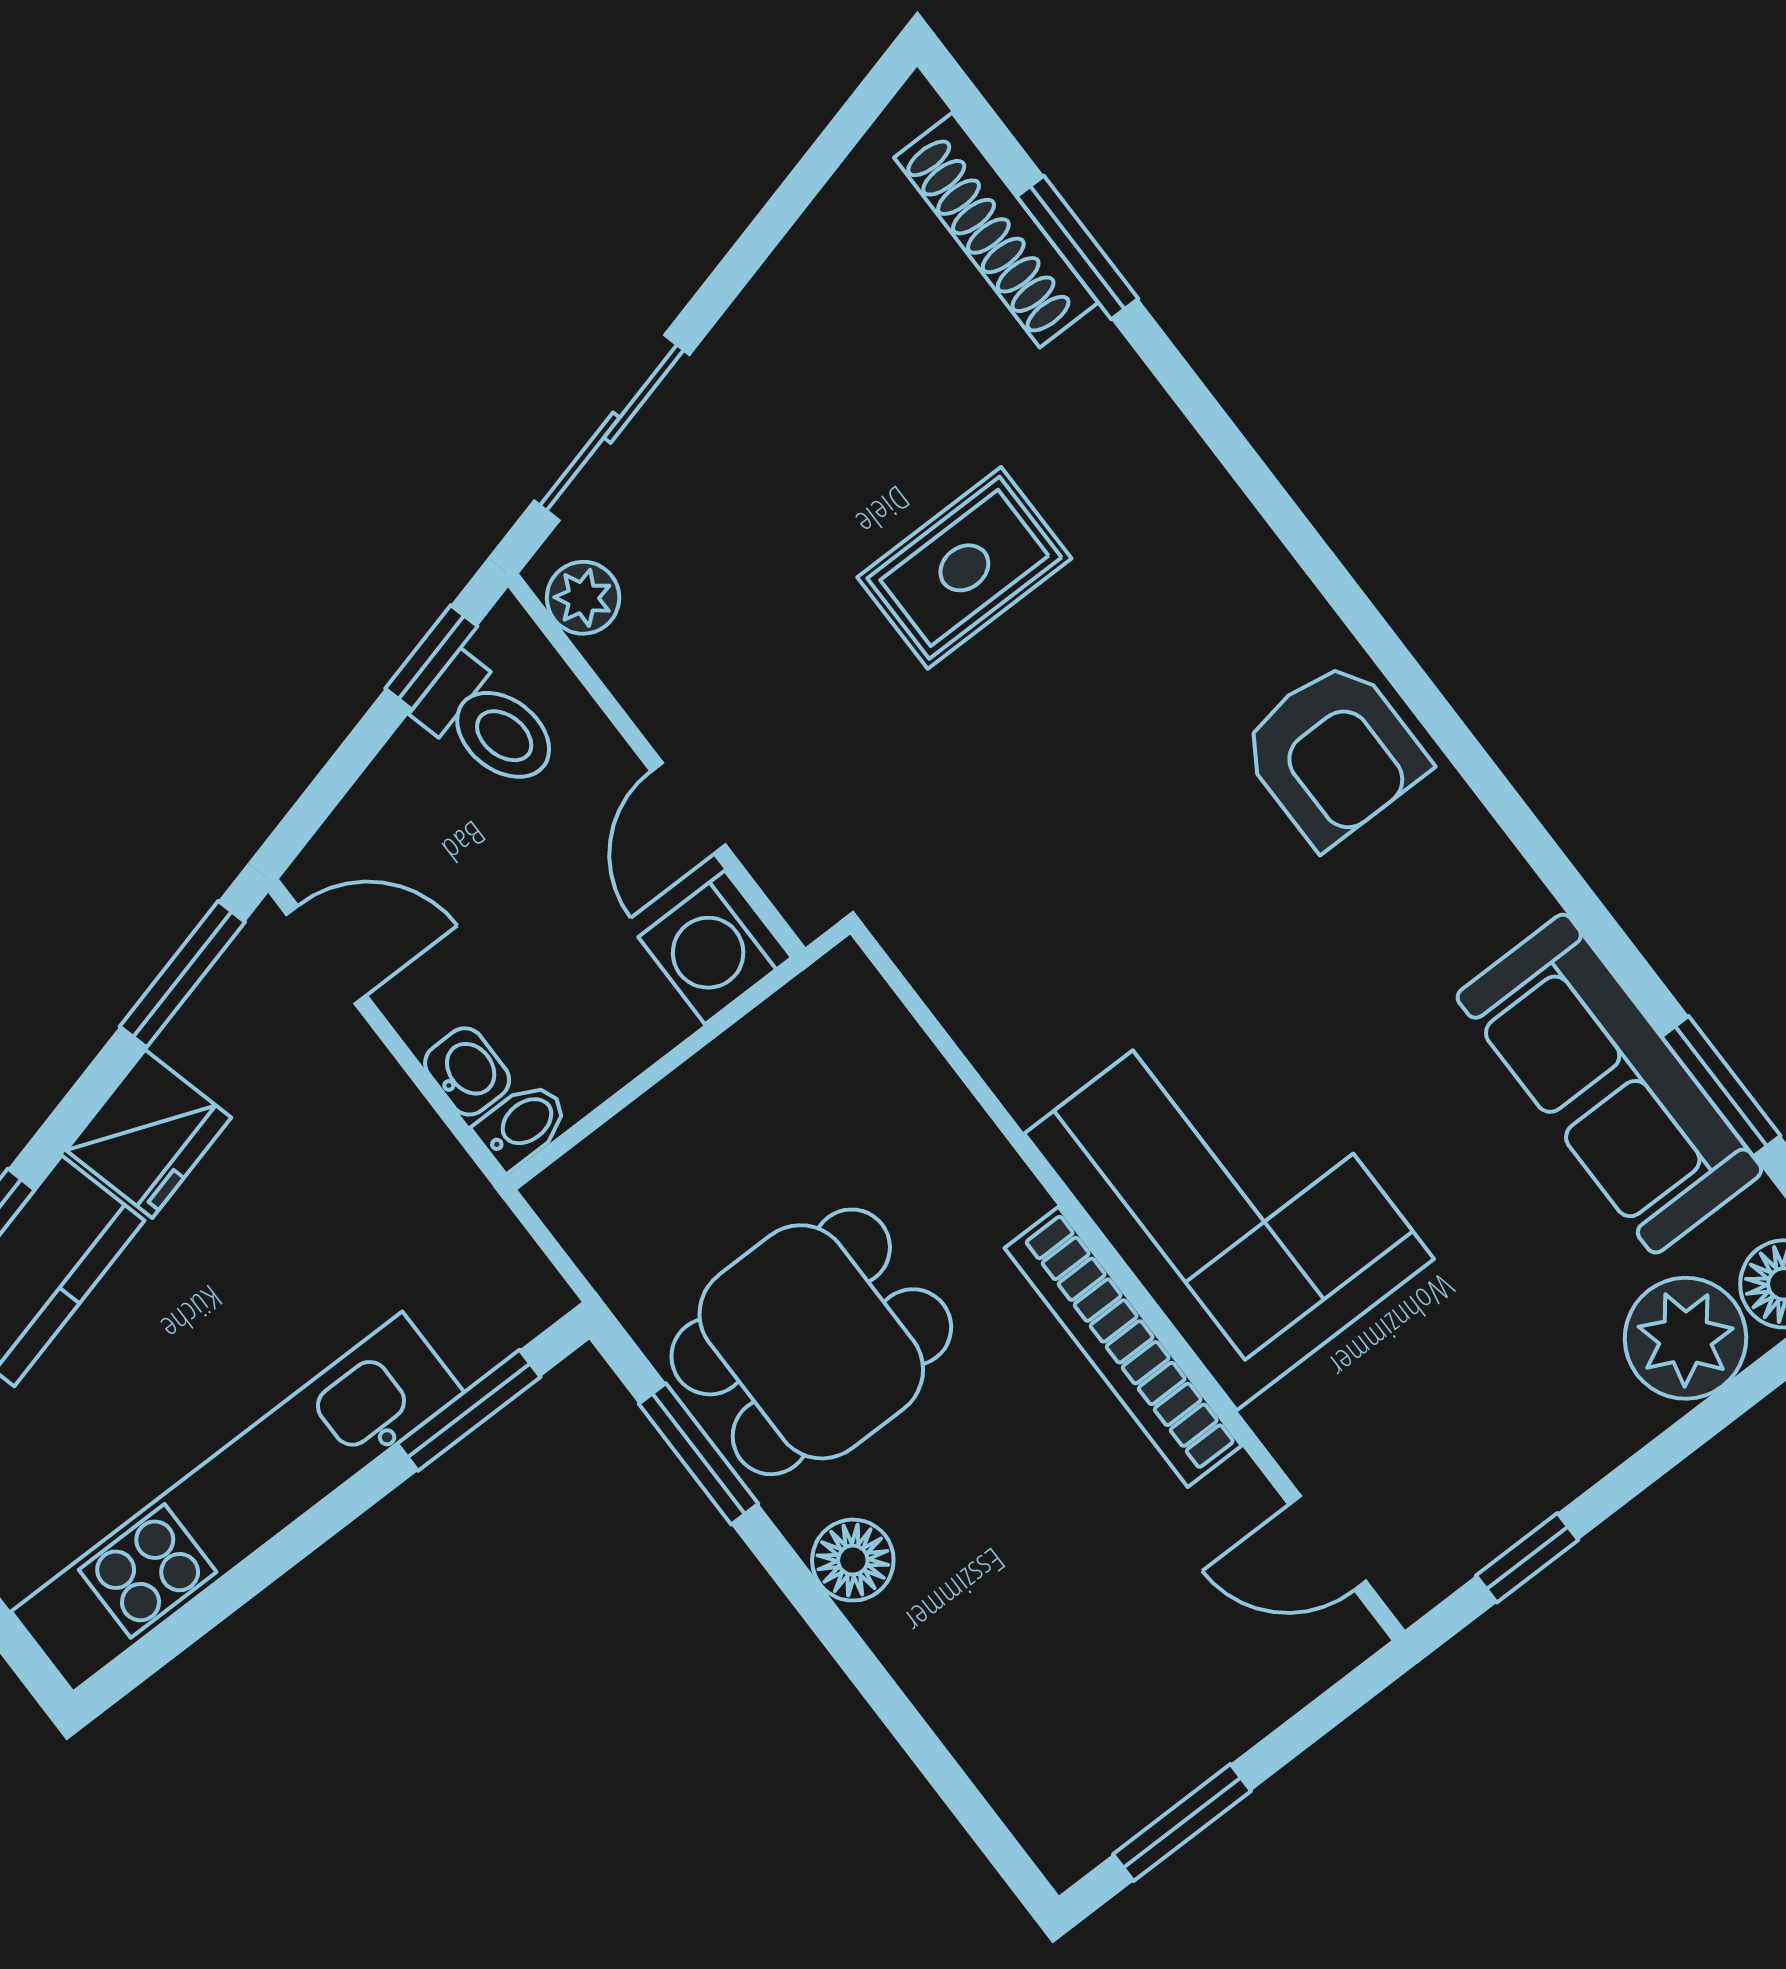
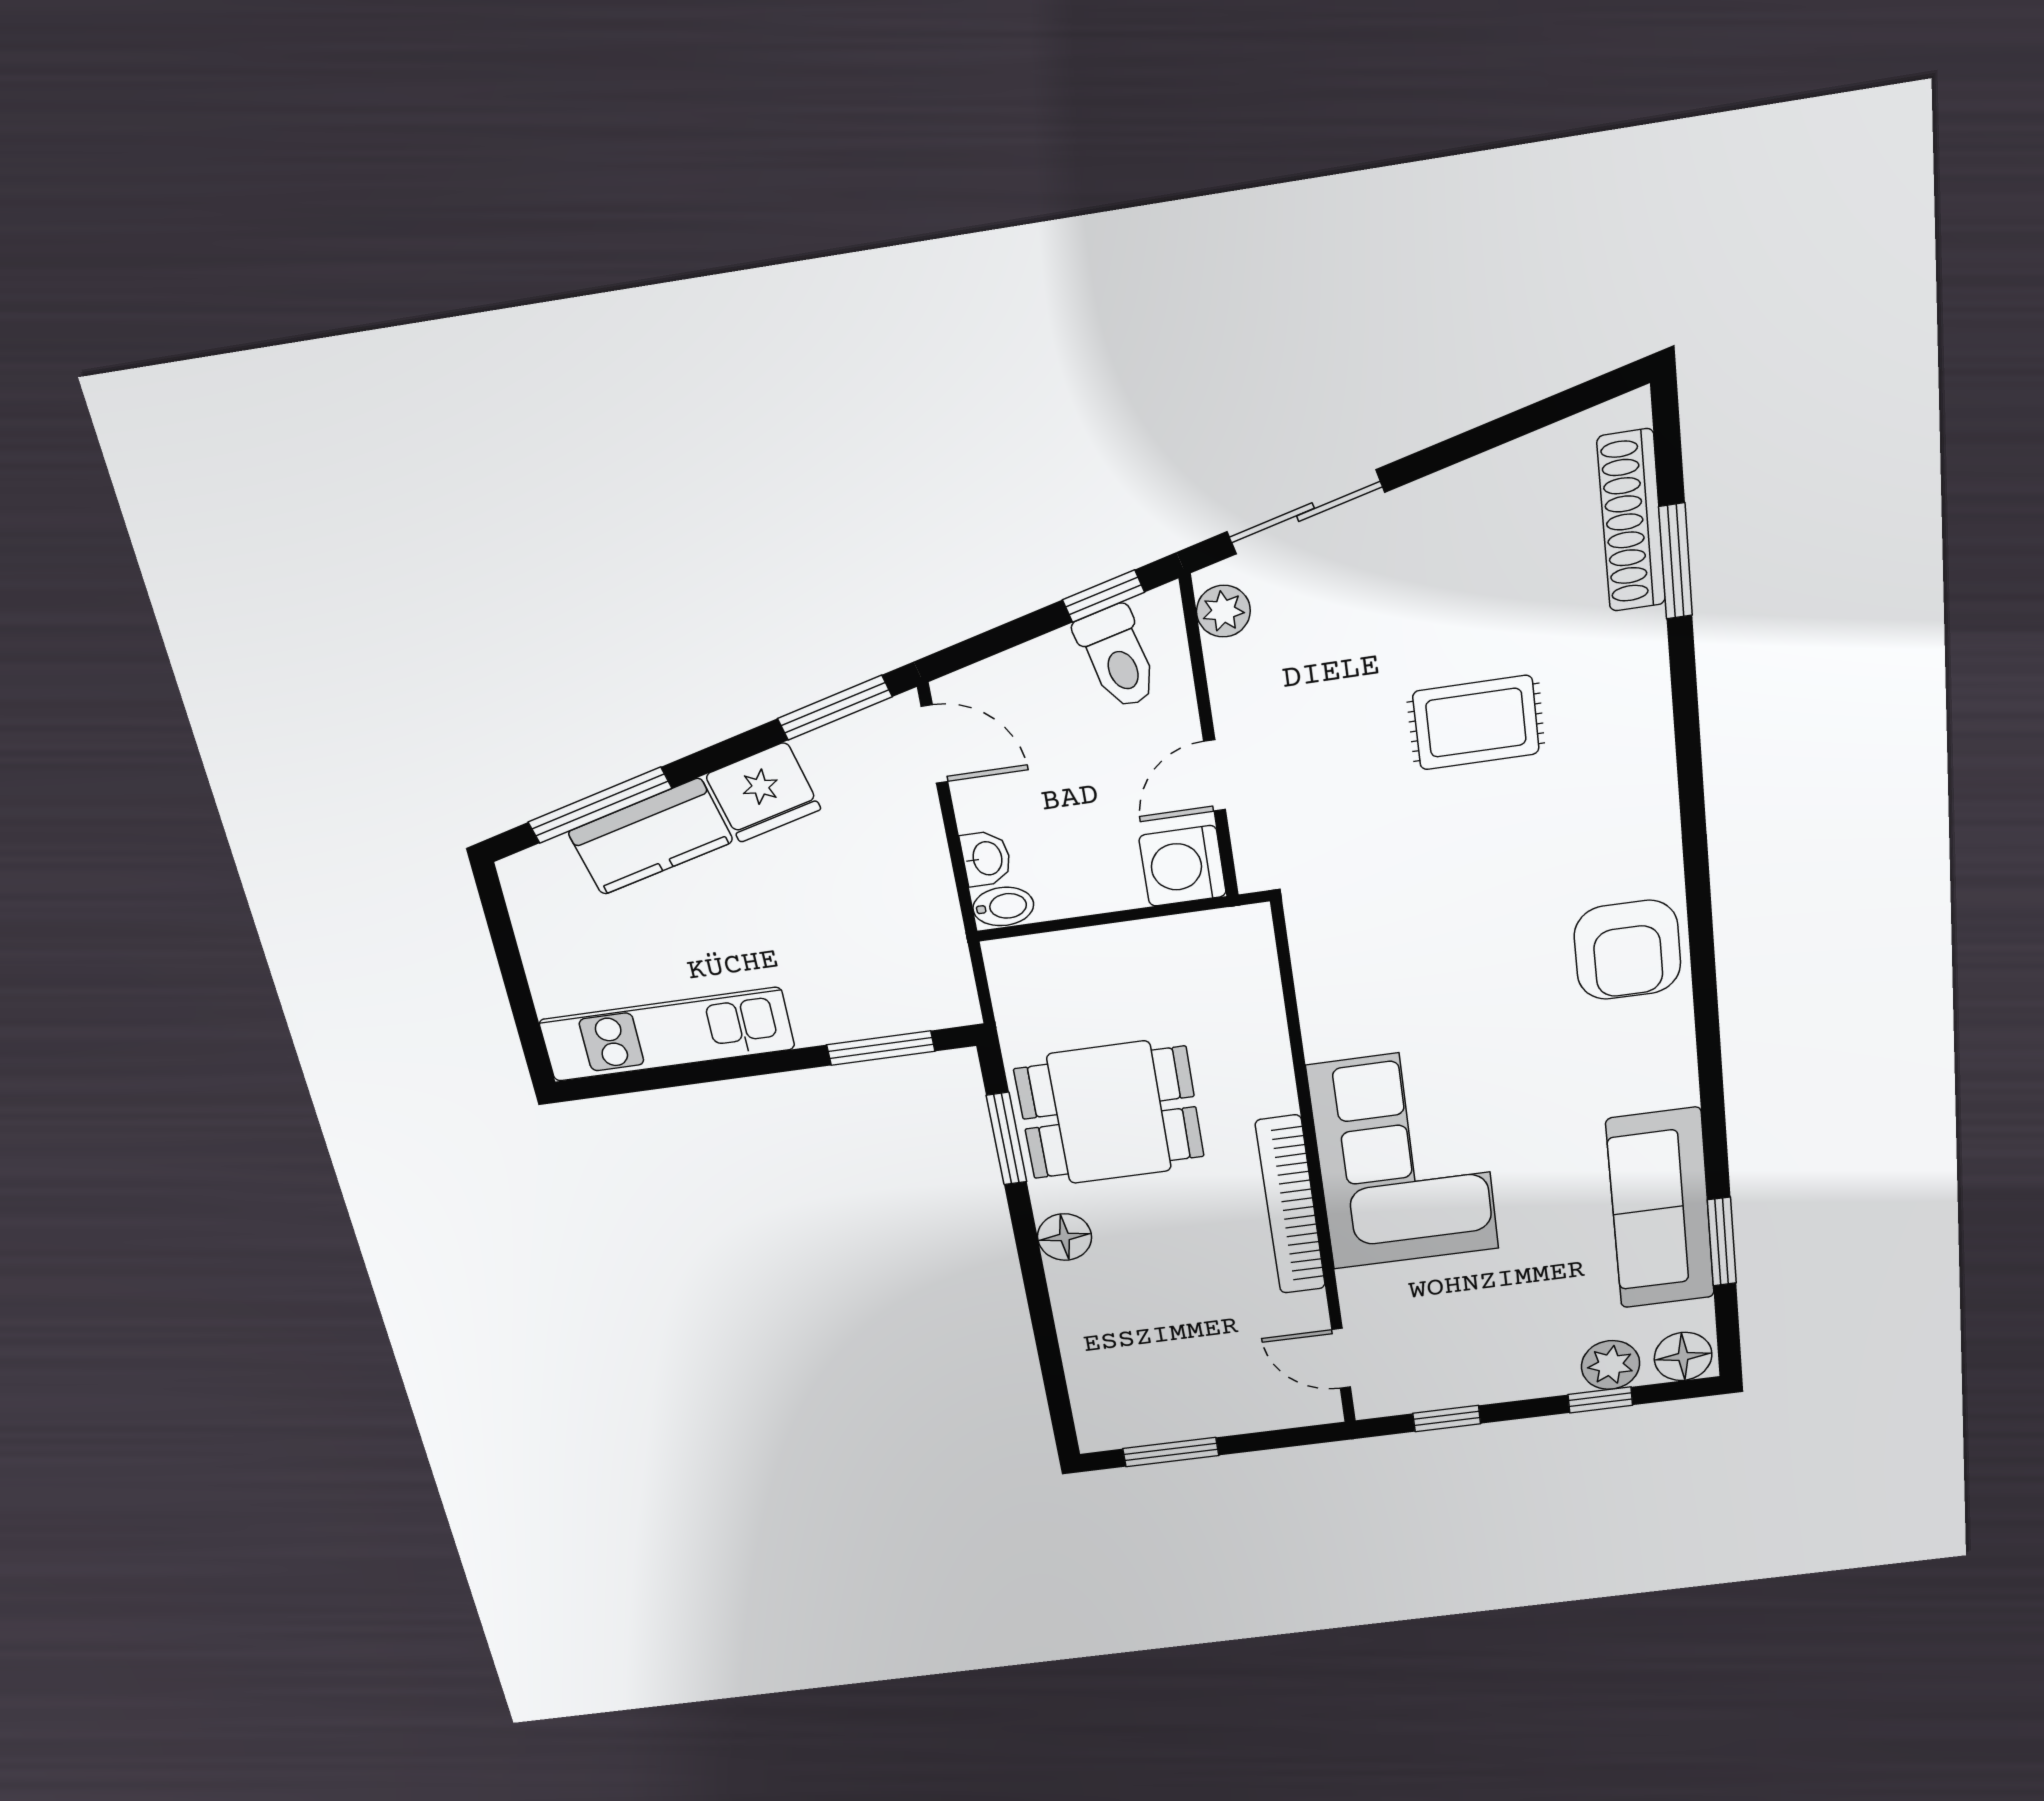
plant: (1686, 1338) -> (1610, 1365), width x0.73, depth x0.73
window: (1717, 1412) -> (1600, 1400), added
kitchen unit: (238, 1502) -> (667, 1034), width x0.73

